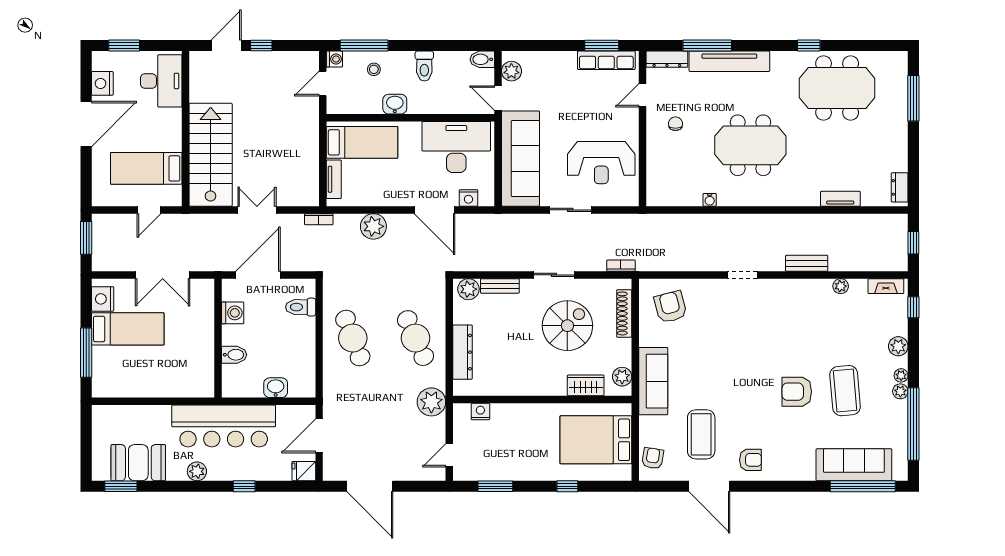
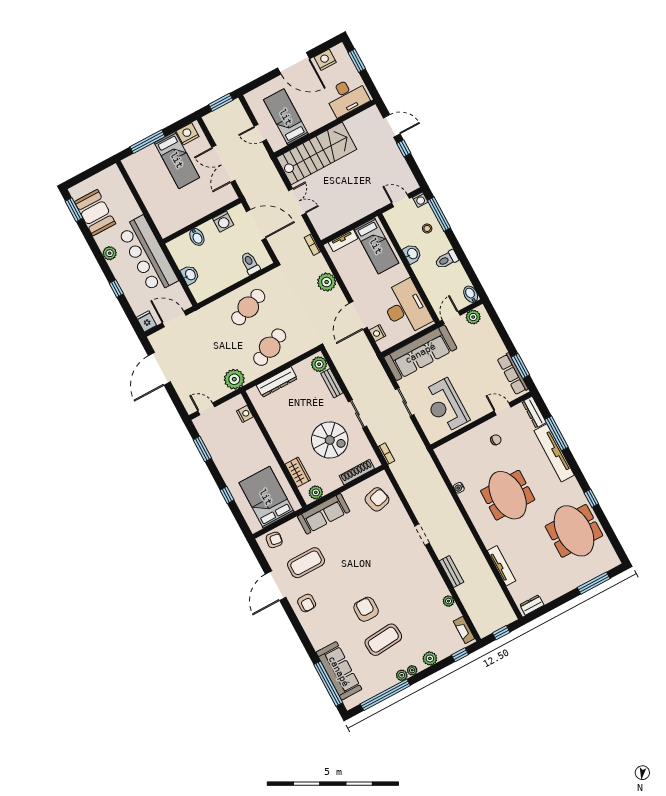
tv unit: (840, 199) -> (502, 566), width x1.41

